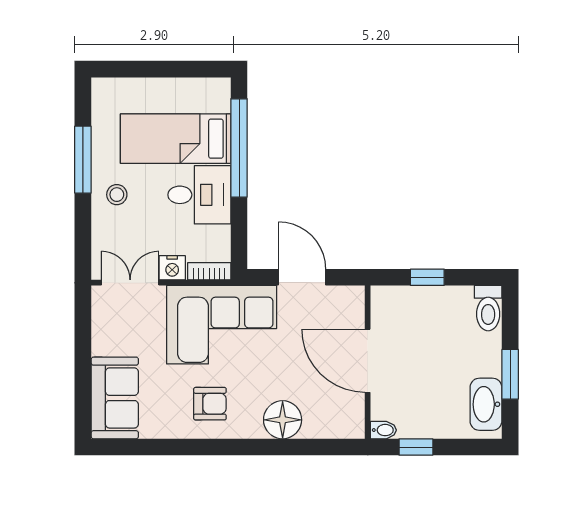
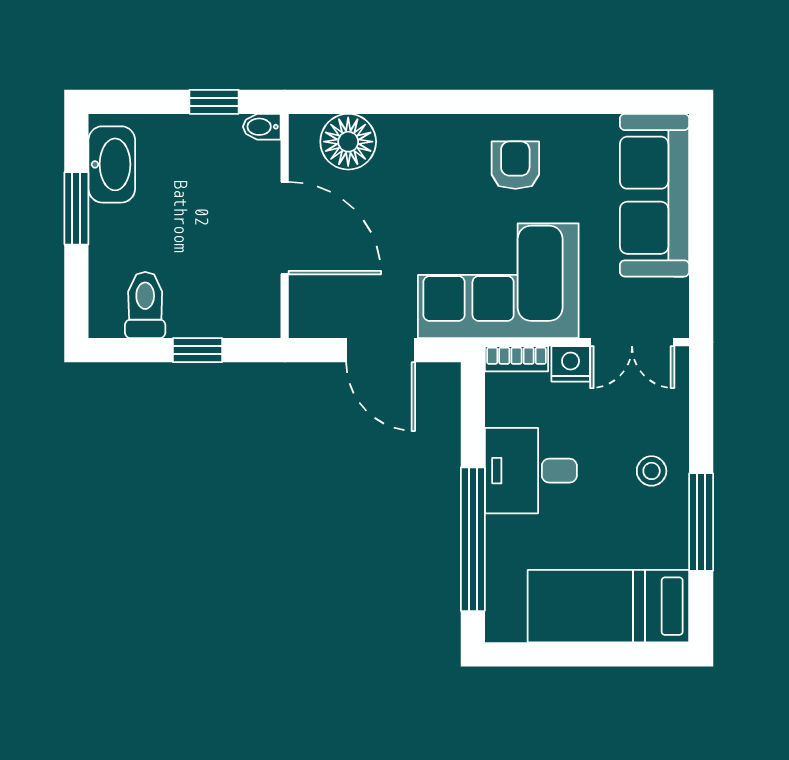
bed: (176, 139) -> (608, 606), moved, turned 180
toilet: (488, 308) -> (145, 305), moved
sofa: (115, 398) -> (655, 195), width x1.36
armchair: (210, 404) -> (515, 165), turned 90
floor lamp: (283, 420) -> (348, 142), moved

